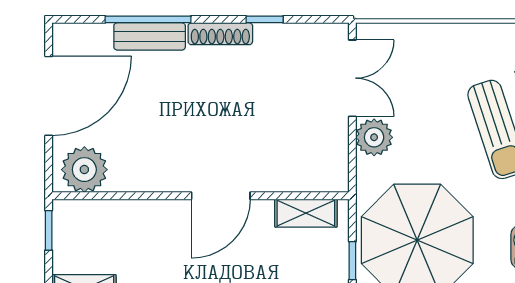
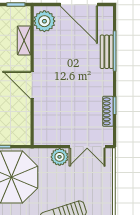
shoe rack: (220, 34) -> (108, 111), moved
shelving: (306, 213) -> (24, 40), moved

